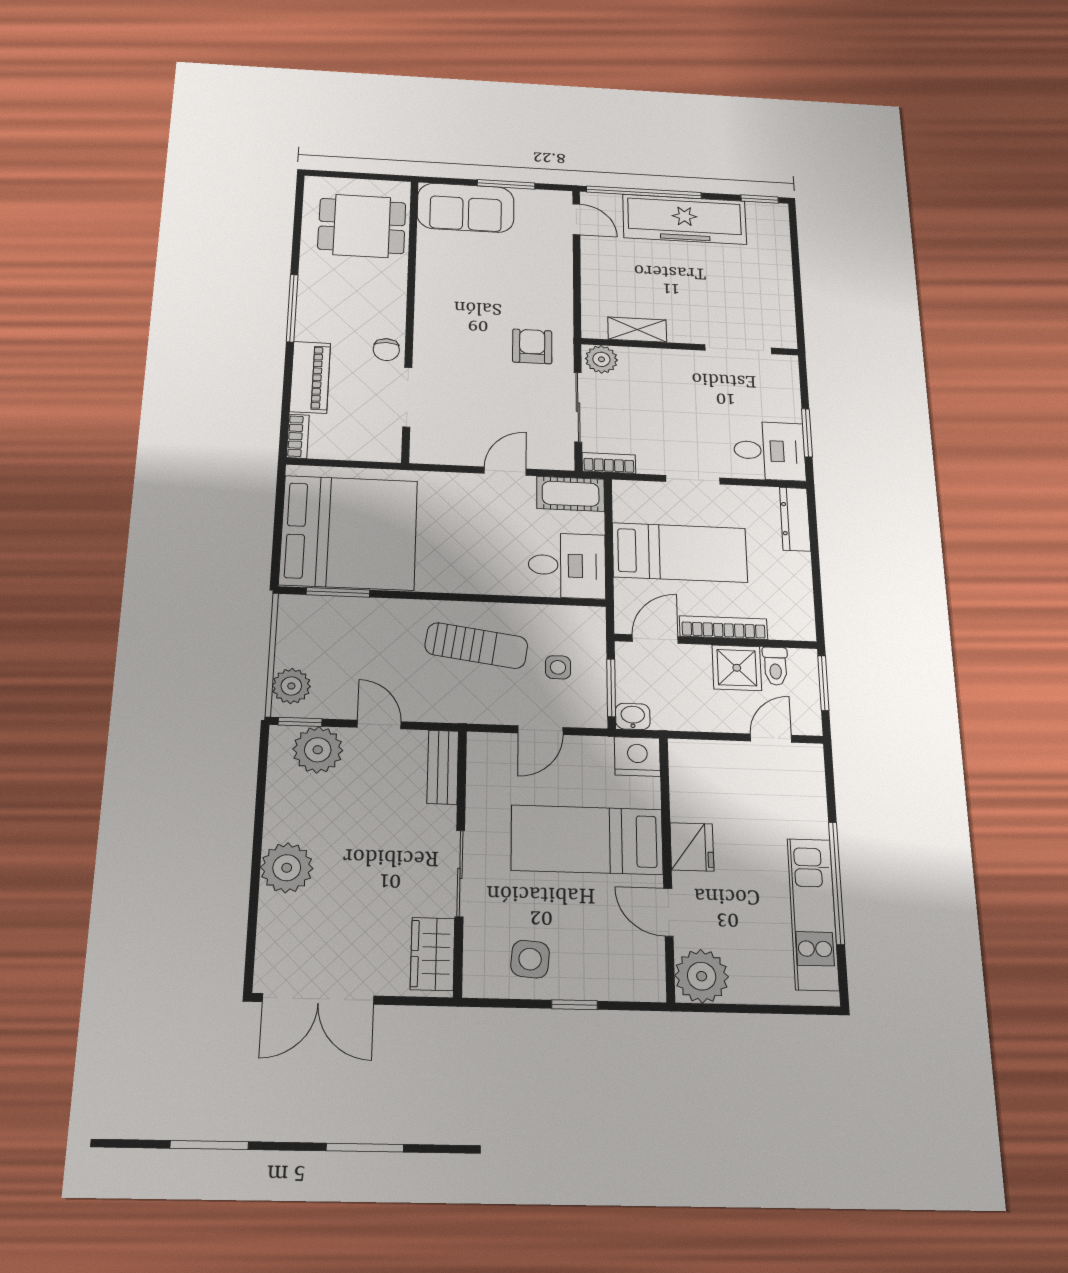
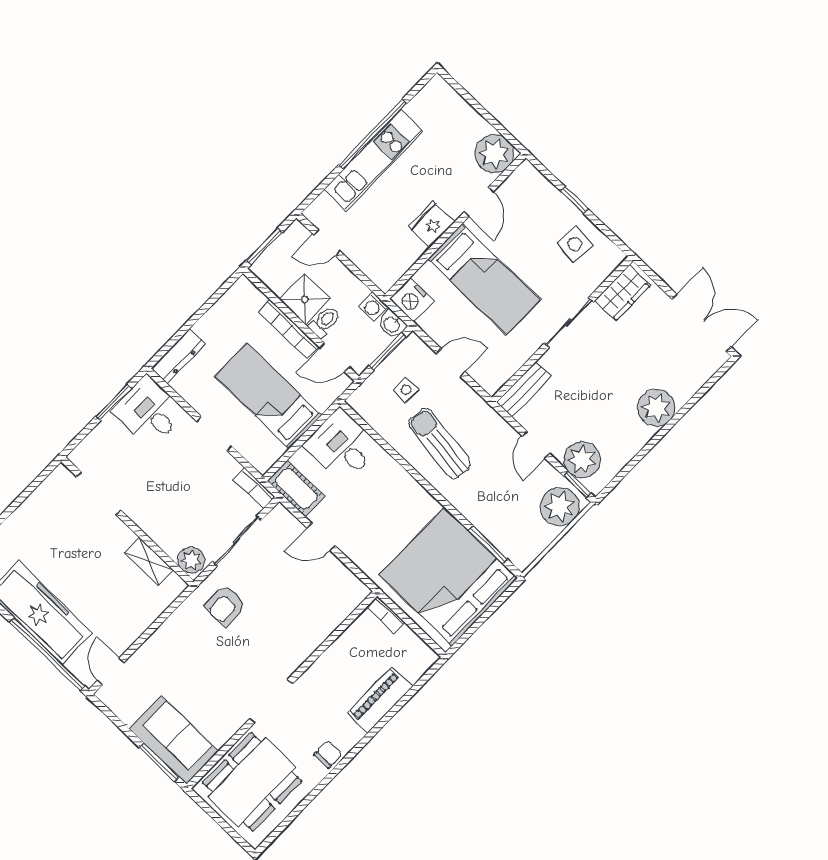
window: (506, 184) -> (159, 762), moved
dining table: (362, 226) -> (252, 782), width x1.38
window: (292, 308) -> (348, 758), removed
chair: (386, 350) -> (328, 754), moved
doorway: (407, 397) -> (271, 701), moved
bookcase: (298, 436) -> (386, 615), moved, turned -90
toilet: (775, 666) -> (324, 322), moved
plant: (291, 686) -> (560, 507), width x1.36, depth x1.36
washing machine: (667, 717) -> (373, 307), added
kitchen unit: (813, 914) -> (374, 160), moved

